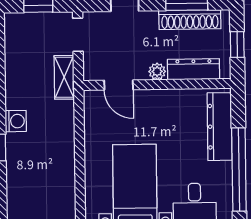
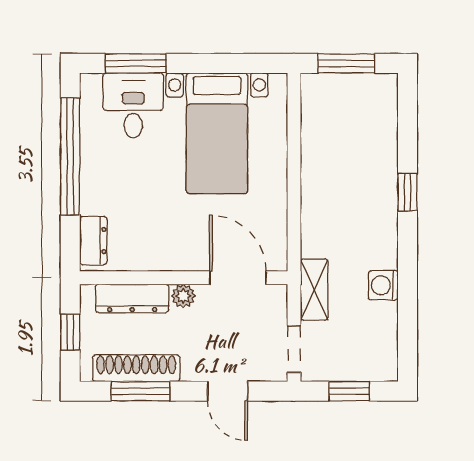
door: (119, 85) -> (238, 278), width x1.38
washing machine: (16, 121) -> (383, 285), moved
dresser: (220, 127) -> (93, 241), width x0.51, depth x0.80

